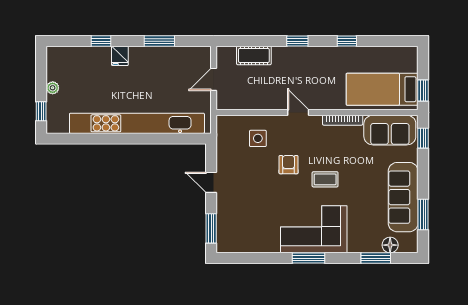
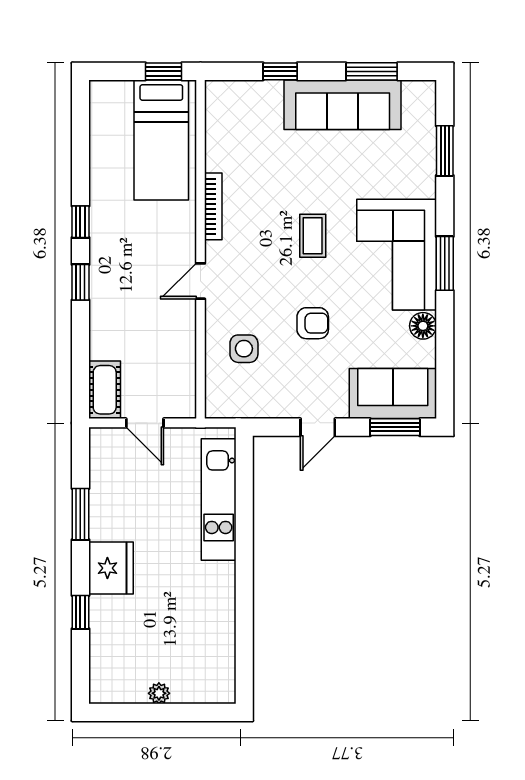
window: (347, 41) -> (80, 222), moved
cot: (254, 55) -> (105, 390), moved
fridge: (120, 56) -> (111, 568), width x1.88, depth x1.34
window: (41, 111) -> (198, 712), removed
kitchen unit: (137, 123) -> (219, 499), width x0.54
sofa: (390, 130) -> (393, 394), moved, turned -90
window: (423, 138) -> (280, 71), moved
armchair: (289, 165) -> (313, 323), moved, turned 180
floor lamp: (390, 245) -> (423, 326), moved

